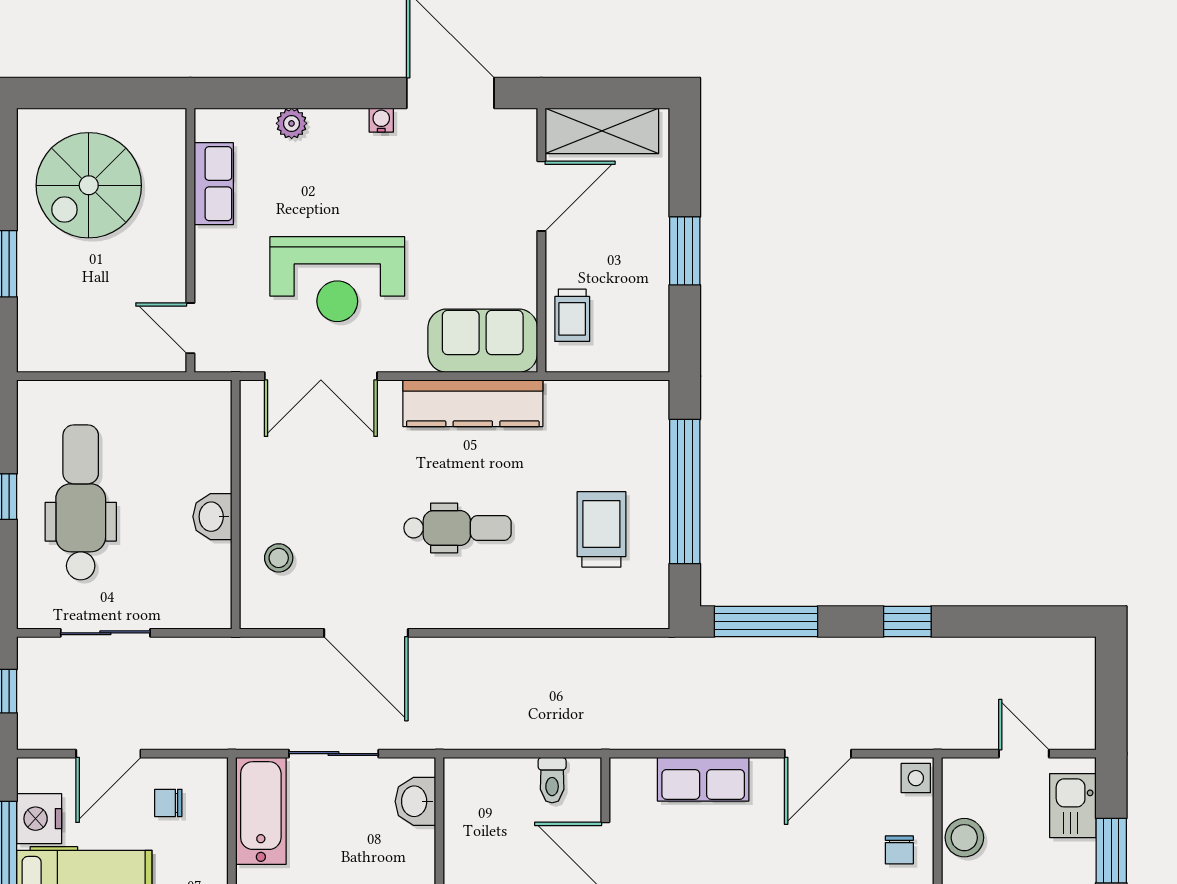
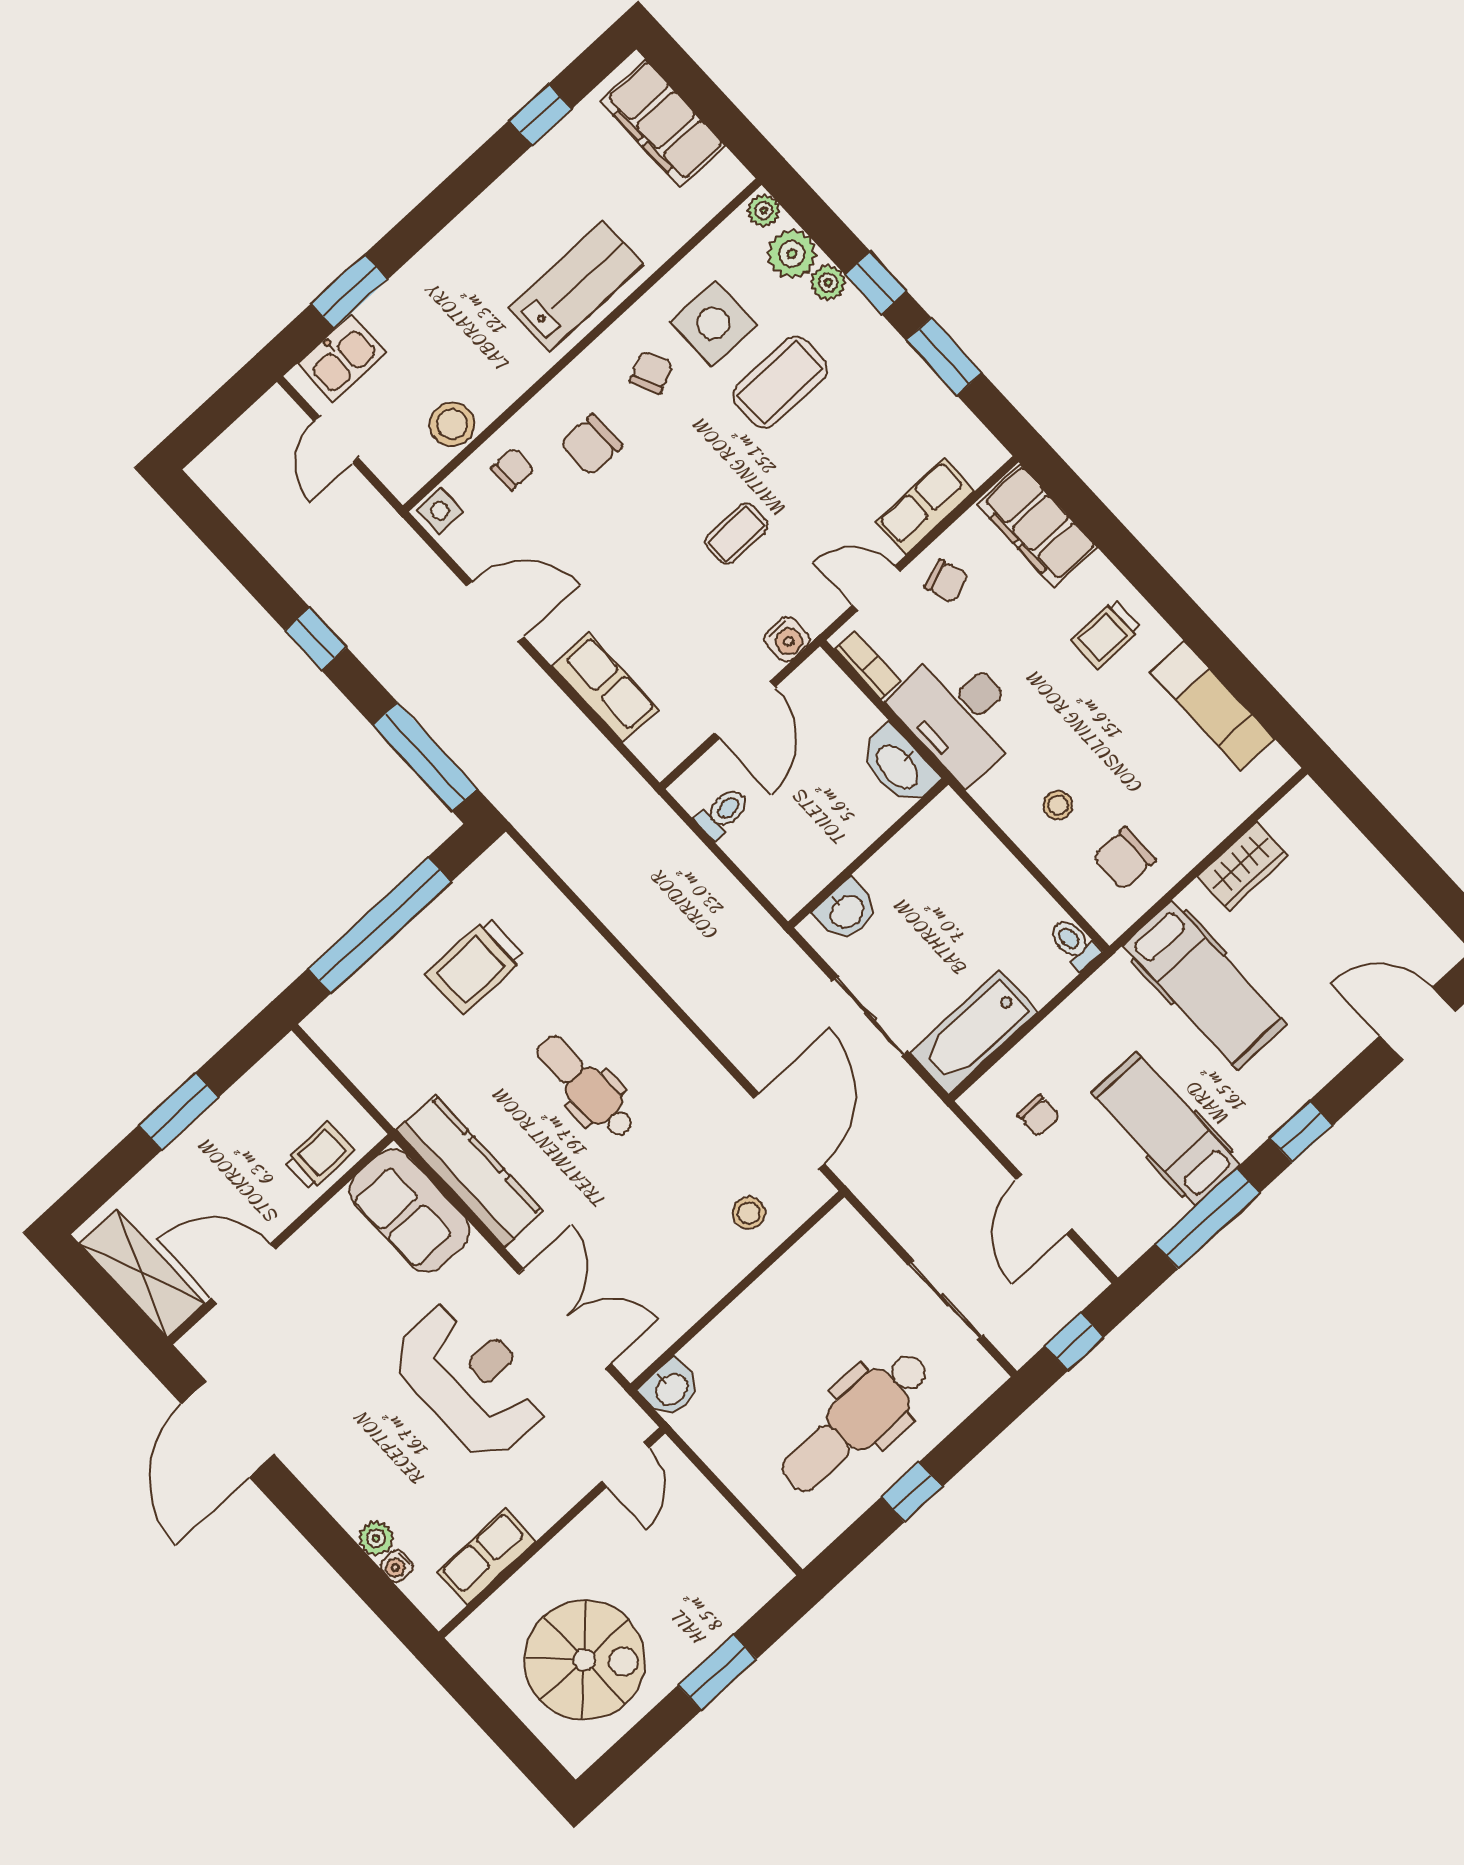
water cooler: (381, 120) -> (397, 1566), moved
washbasin: (212, 517) -> (671, 1388), moved
door: (366, 633) -> (789, 1131), moved
door: (108, 754) -> (1044, 1204), swing flipped
nightstand: (39, 819) -> (1152, 1212), removed

